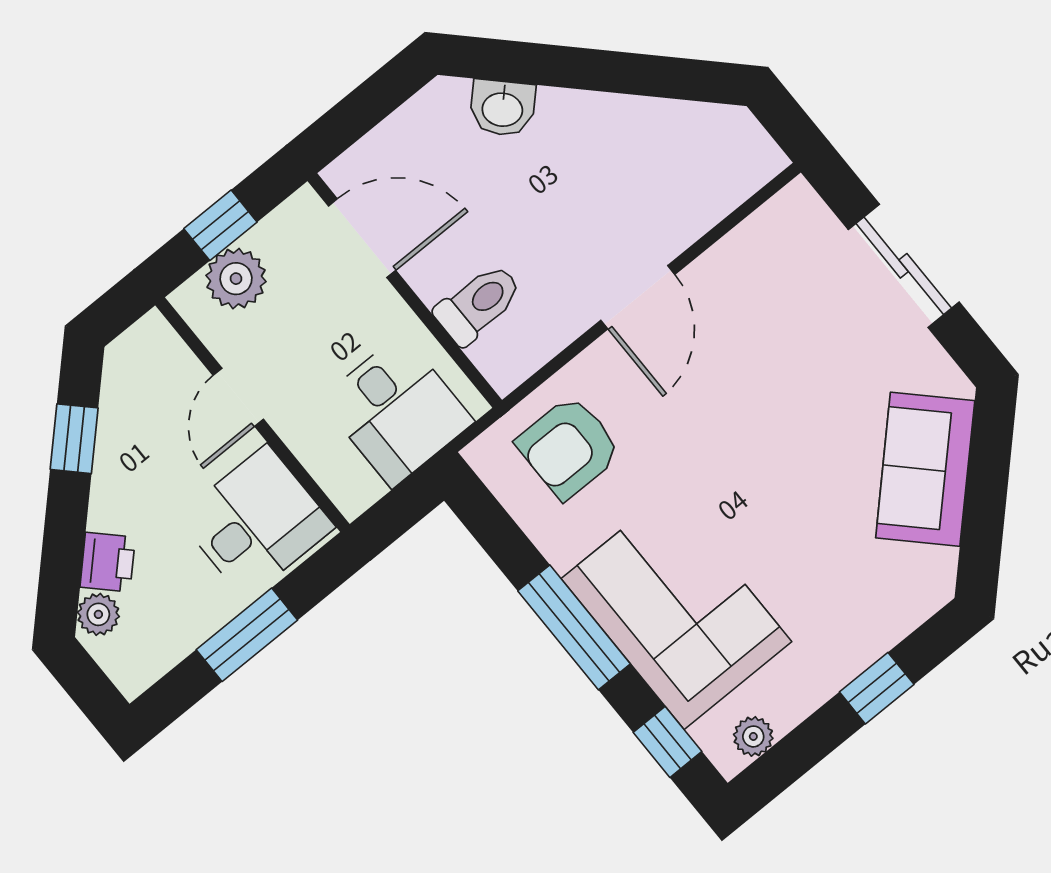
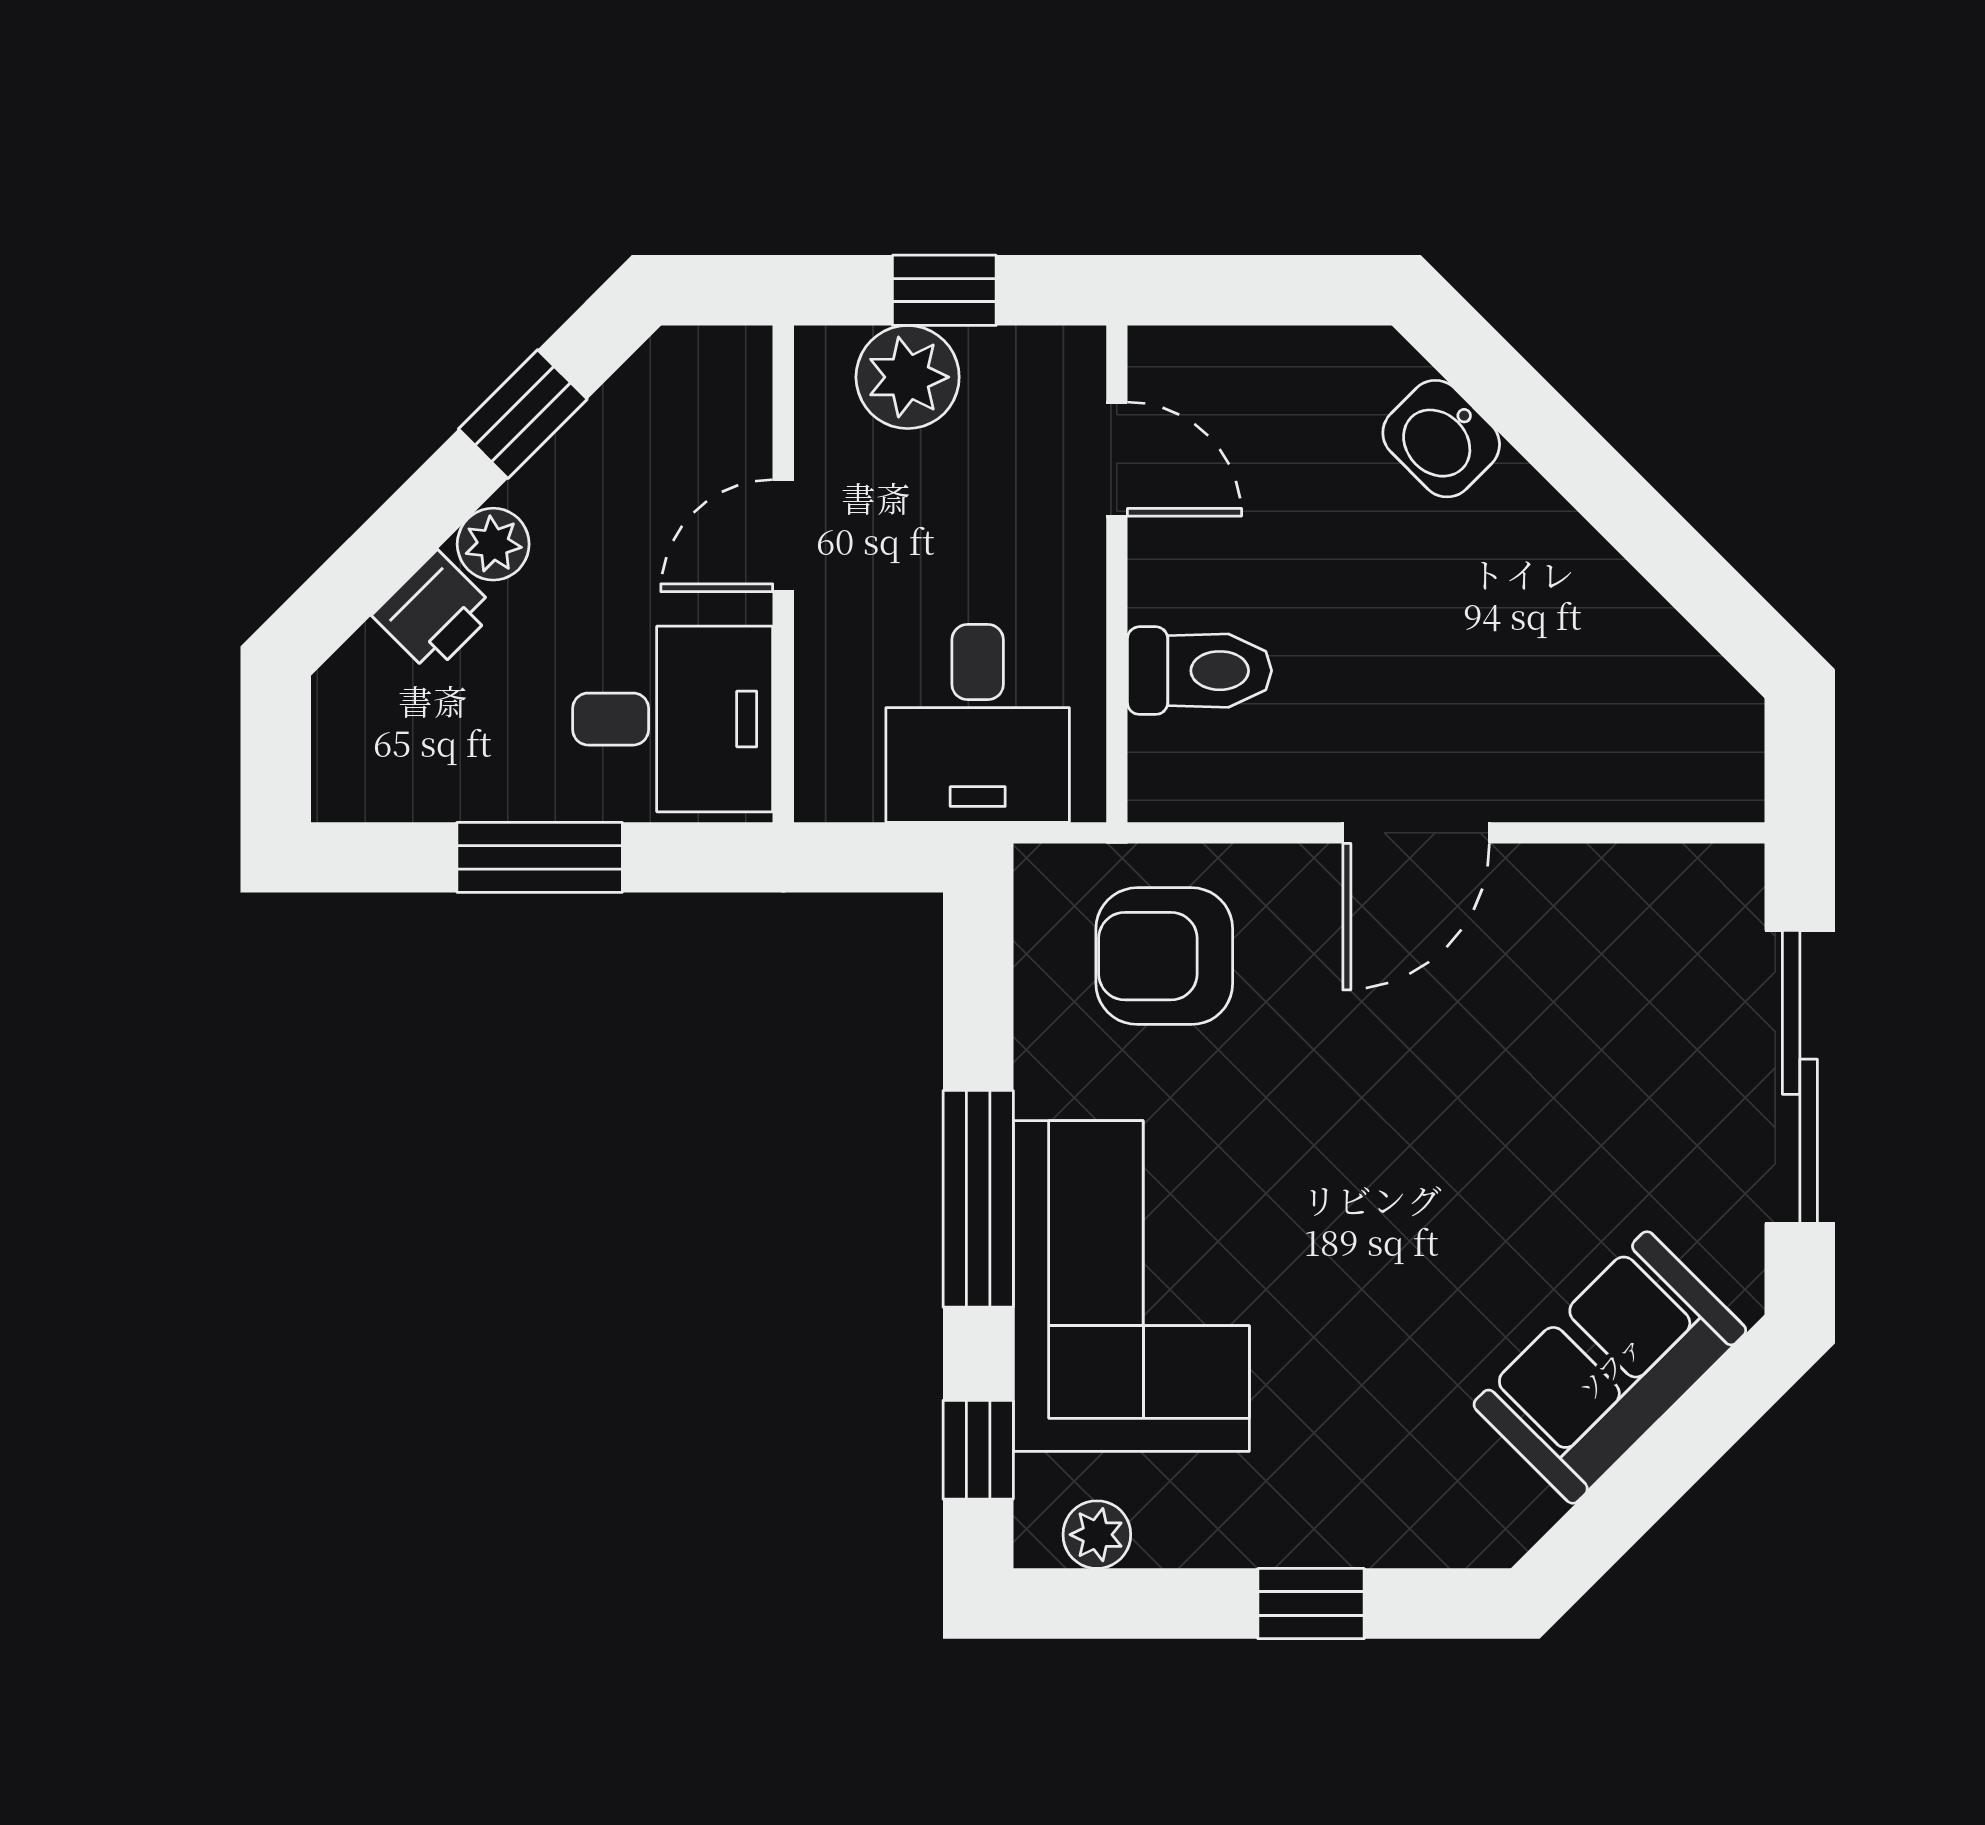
door: (362, 238) -> (1117, 459), width x0.73
sliding door: (904, 266) -> (1800, 1077), width x1.37
plant: (98, 614) -> (493, 544), moved

